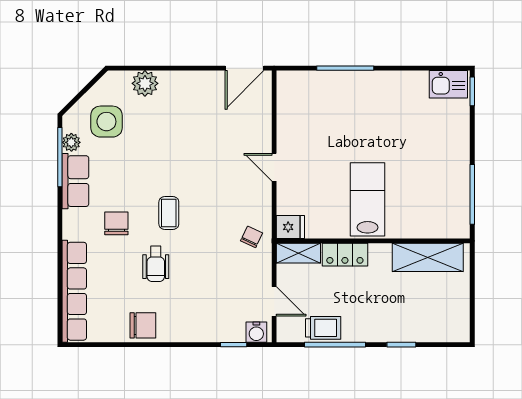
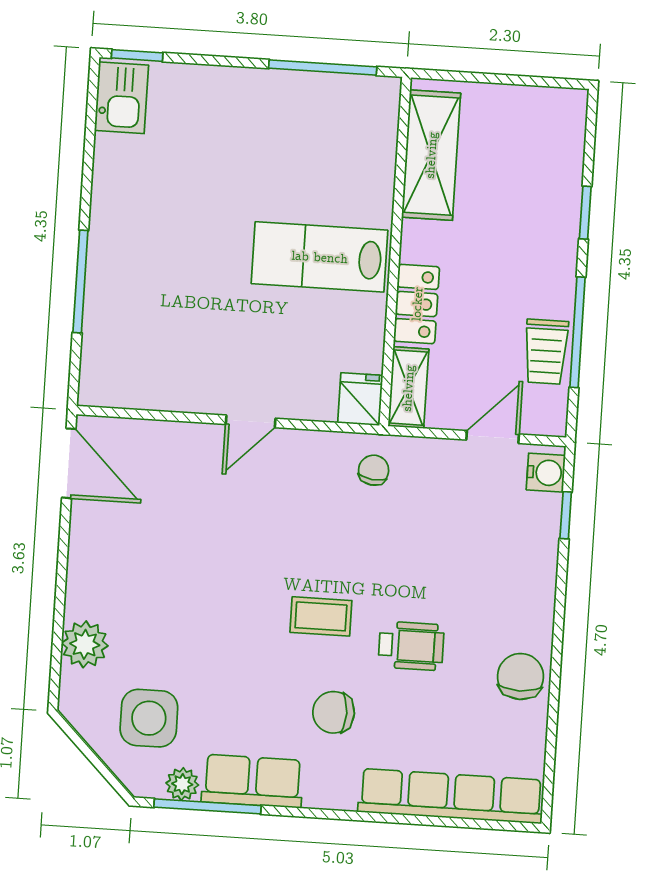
chair: (252, 237) -> (374, 470), turned 72
trolley: (323, 328) -> (546, 352), turned 180

